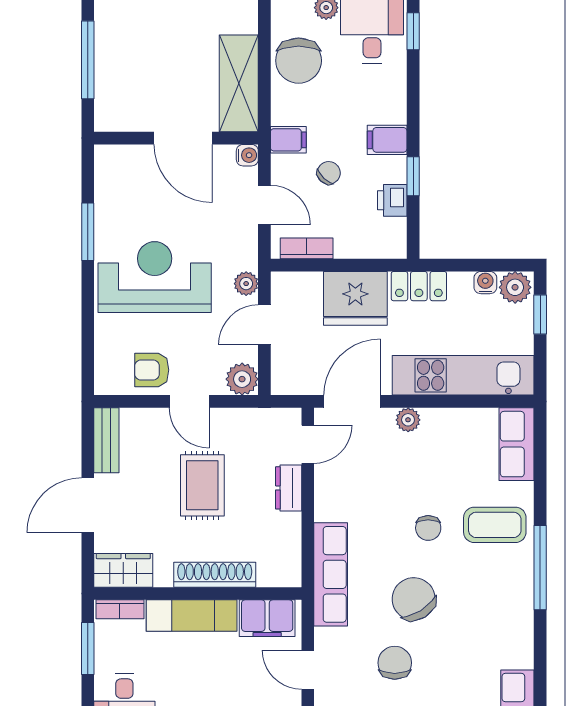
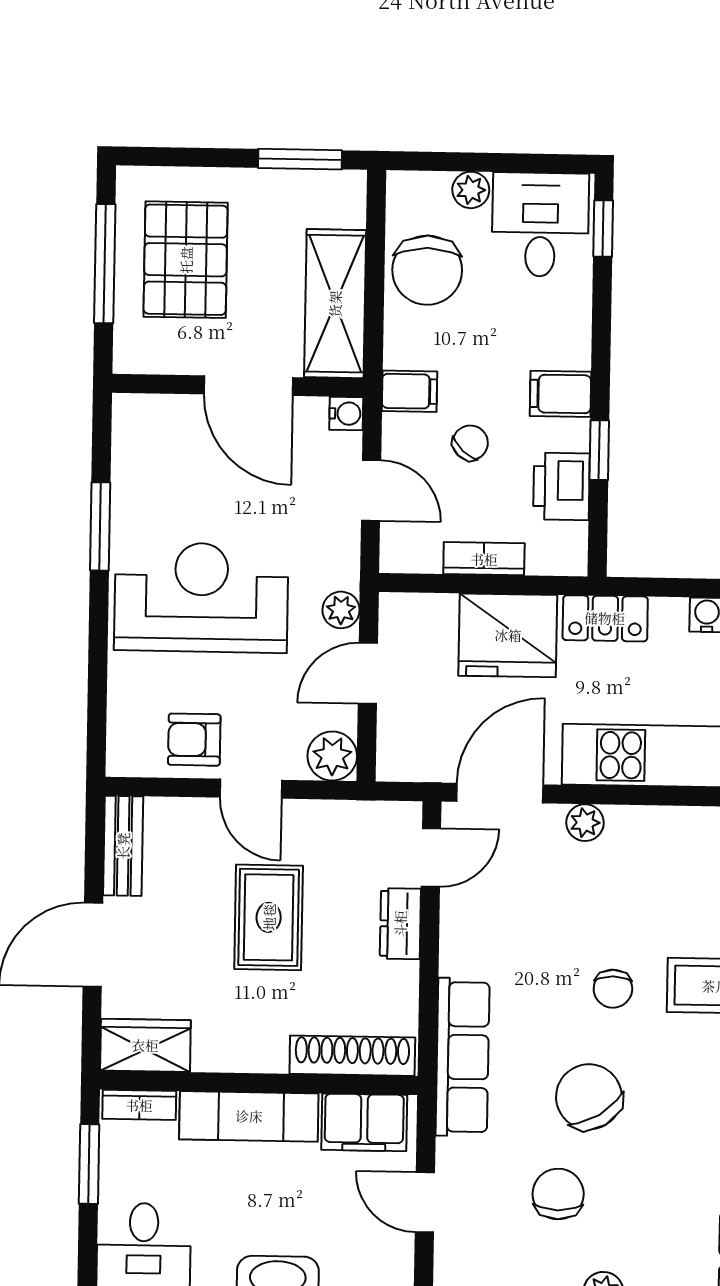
pallet: (141, 56) -> (186, 260), added
printer: (392, 200) -> (561, 486), width x1.36, depth x1.24
bookcase: (307, 248) -> (484, 559), moved
shoe rack: (215, 575) -> (352, 1056), moved

